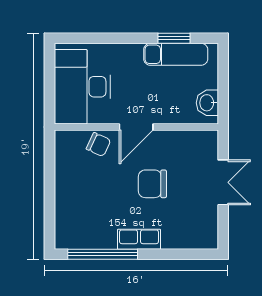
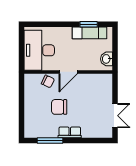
double door: (223, 182) -> (115, 116), moved
chair: (152, 184) -> (59, 107), moved
window: (103, 254) -> (50, 140), width x0.68

